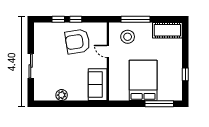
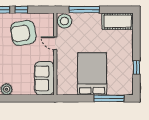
stool: (128, 37) -> (64, 21), moved

